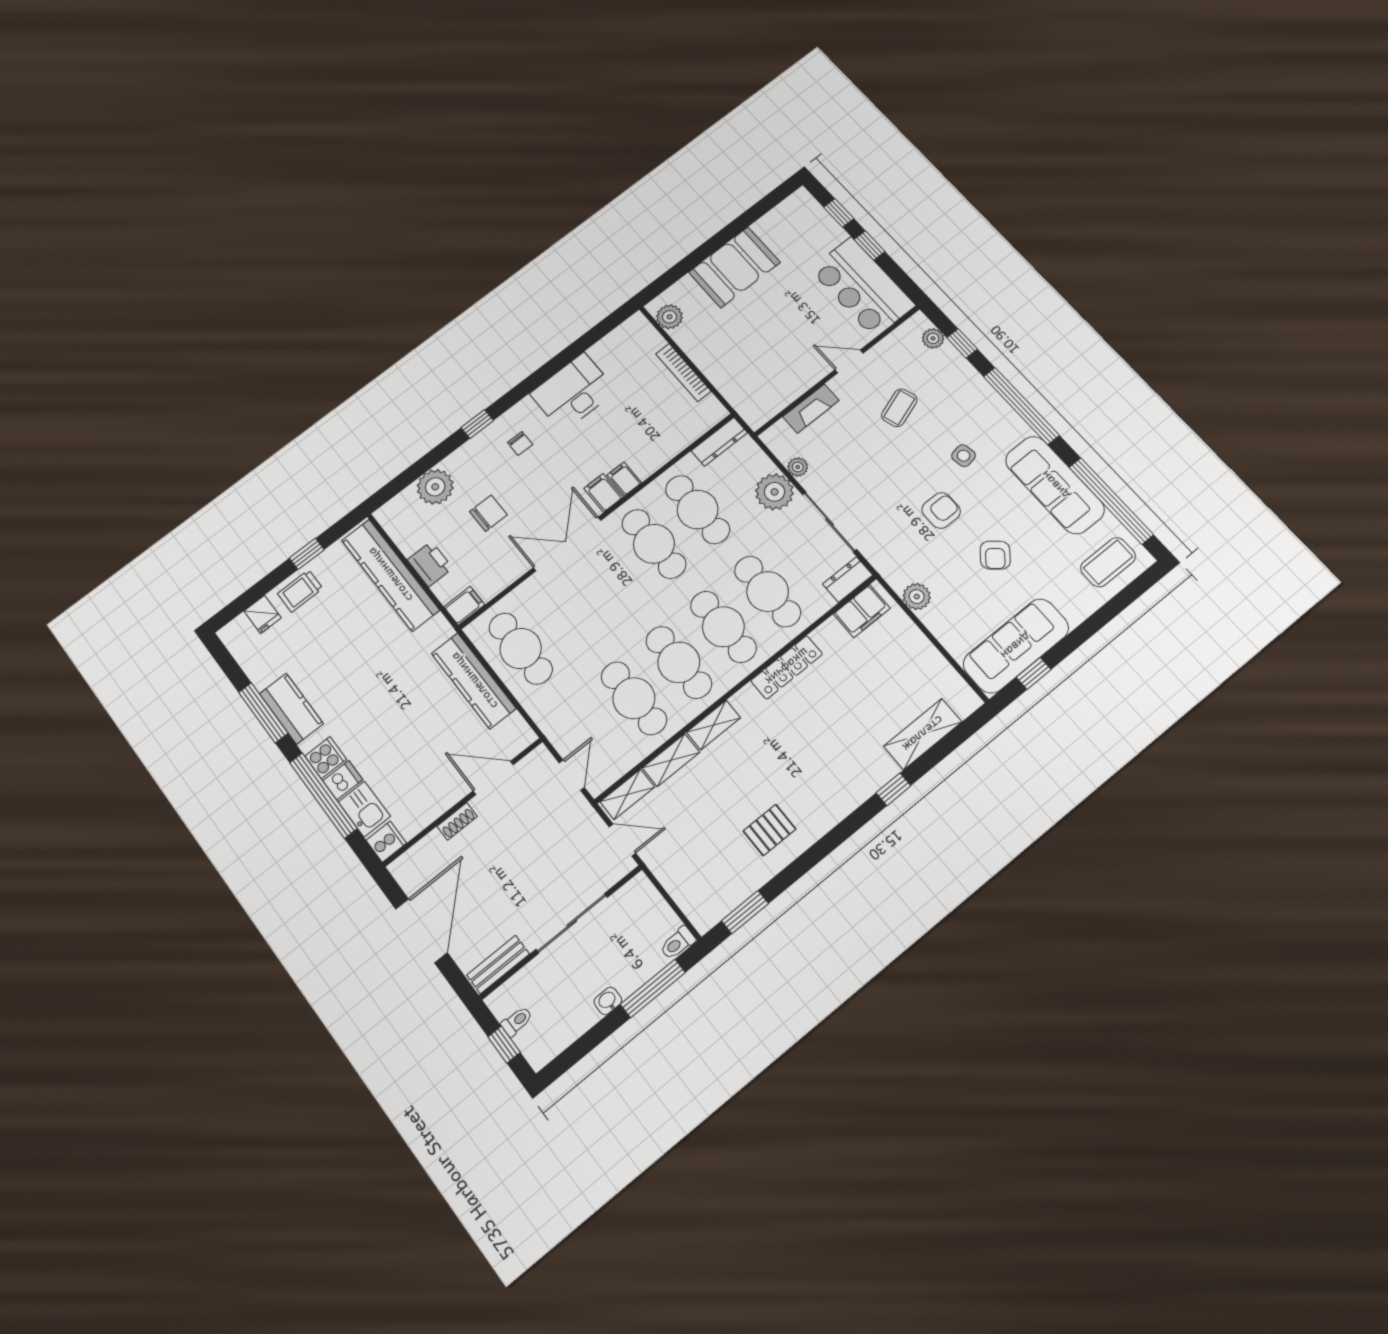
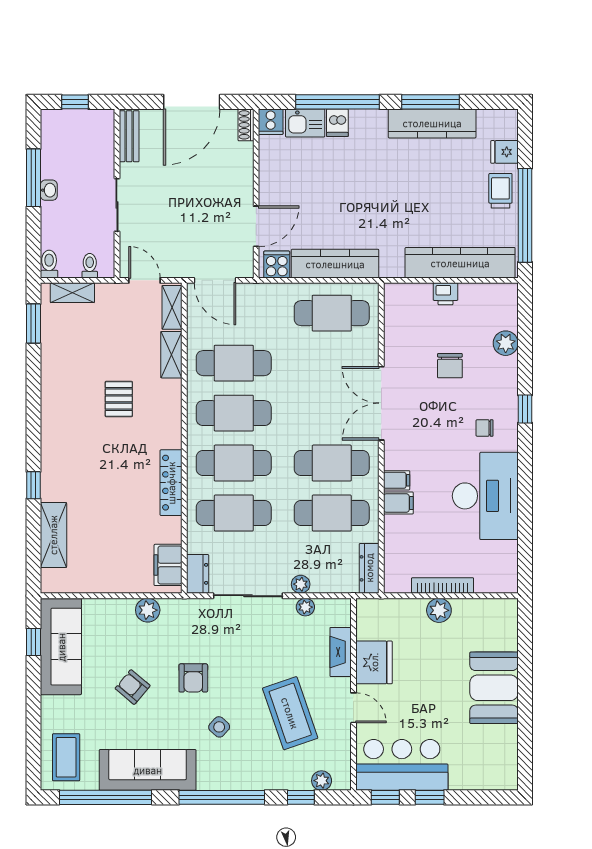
window: (839, 213) -> (385, 797), moved
plant: (670, 317) -> (439, 610), moved
door: (849, 361) -> (353, 708), hinge flipped
fridge: (796, 375) -> (374, 662), added
desk: (573, 392) -> (485, 496), width x1.36, depth x1.30
coffee table: (899, 408) -> (290, 713), width x1.86, depth x1.72
side table: (964, 456) -> (219, 727), turned -38
plant: (435, 487) -> (506, 343), width x0.73, depth x0.73
plant: (774, 492) -> (301, 584), width x0.53, depth x0.53
filing cabinet: (603, 493) -> (398, 503), moved
double door: (567, 544) -> (381, 403), swing flipped
window: (307, 554) -> (525, 215), width x3.17
printer: (430, 564) -> (445, 294), width x0.73, depth x0.81
filing cabinet: (464, 606) -> (395, 298), removed
kitchen counter: (291, 709) -> (432, 123), width x1.50
shelving: (713, 725) -> (72, 293), moved, turned 90
cooker: (326, 758) -> (277, 265), moved, turned 180
door: (572, 775) -> (215, 280), width x1.38
shoe rack: (457, 821) -> (246, 125), moved
pallet: (770, 830) -> (119, 399), moved
door: (622, 840) -> (144, 280), swing flipped
sliding door: (572, 923) -> (117, 205), width x0.73
door: (421, 931) -> (192, 102), hinge flipped
window: (653, 988) -> (34, 178), moved
toilet: (517, 1021) -> (90, 266), moved, turned 180

